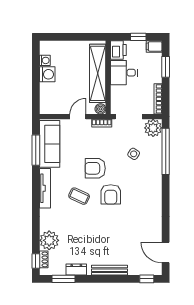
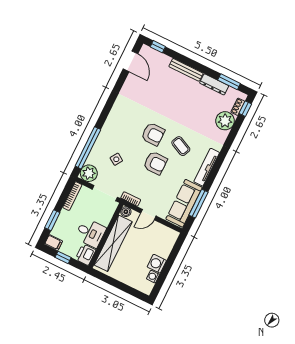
armchair: (111, 194) -> (153, 134), turned 90
dresser: (76, 270) -> (214, 84), width x1.44

